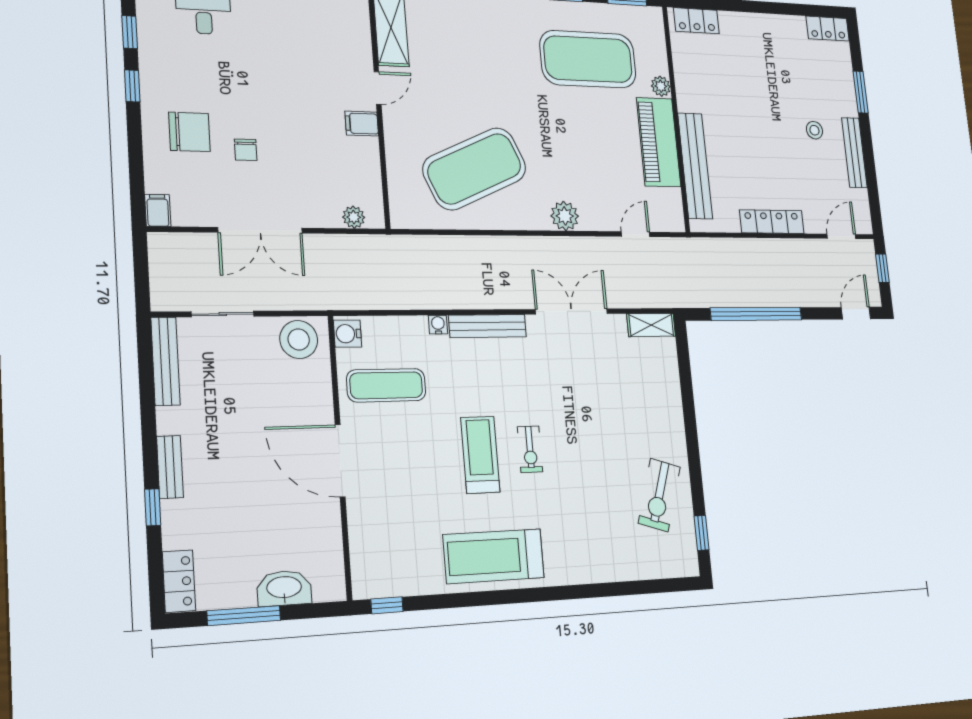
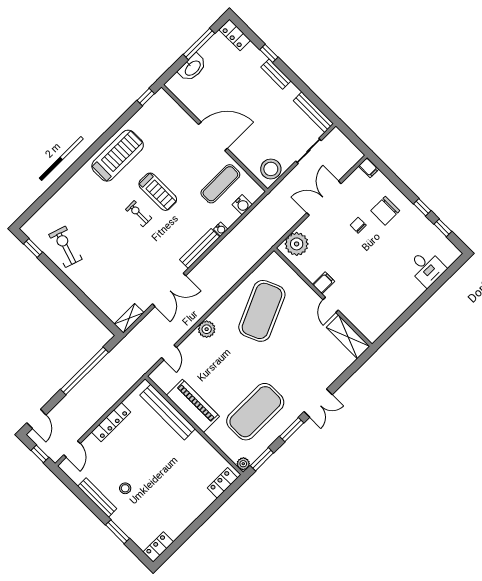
plant: (661, 86) -> (243, 464), moved
plant: (354, 217) -> (297, 244), width x1.87, depth x1.87
water cooler: (348, 334) -> (242, 205), moved, turned 90

